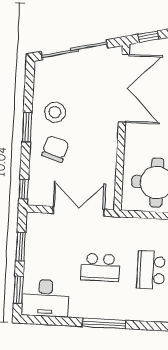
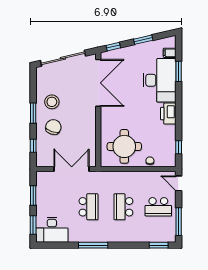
window: (24, 189) -> (33, 146), moved
school desk: (100, 267) -> (88, 207), turned -90

